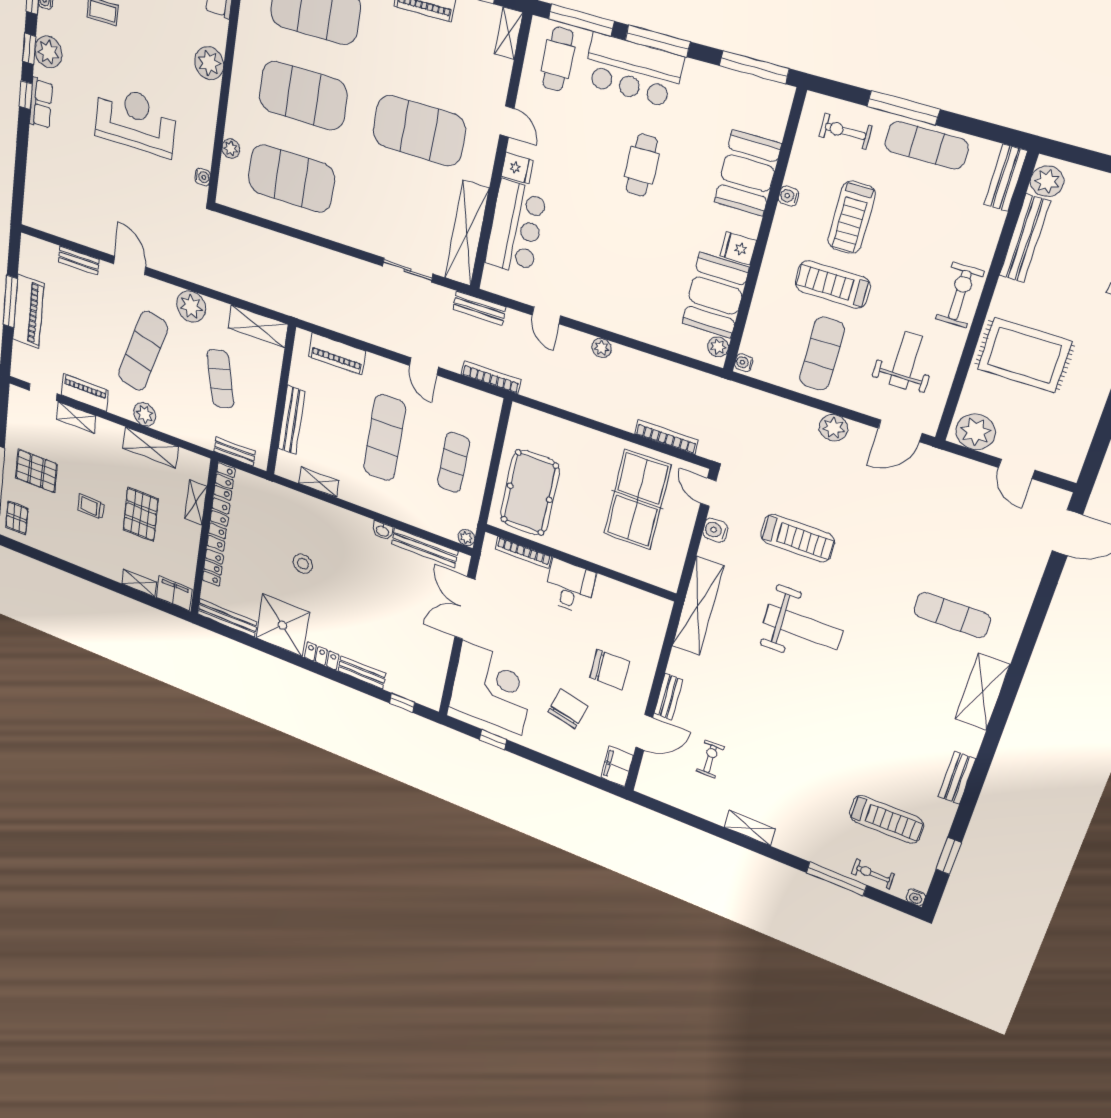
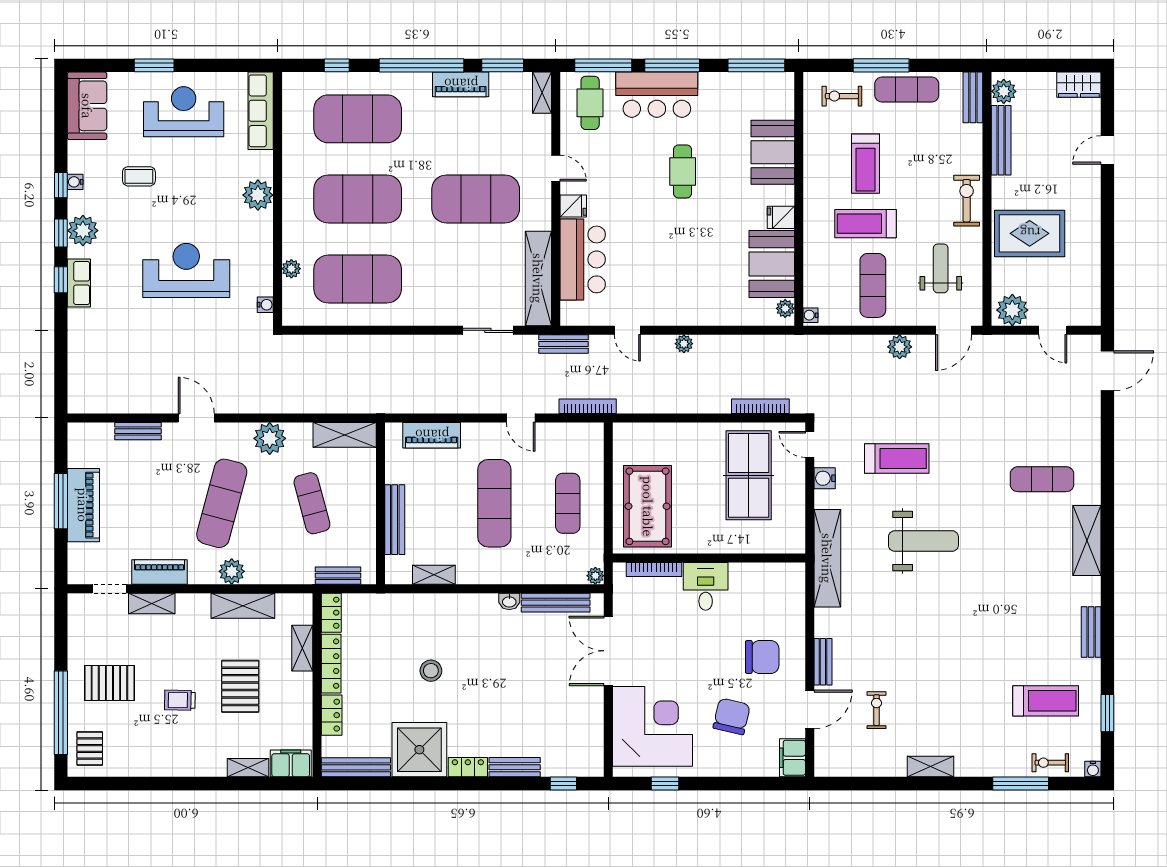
water cooler: (789, 196) -> (811, 161), removed

